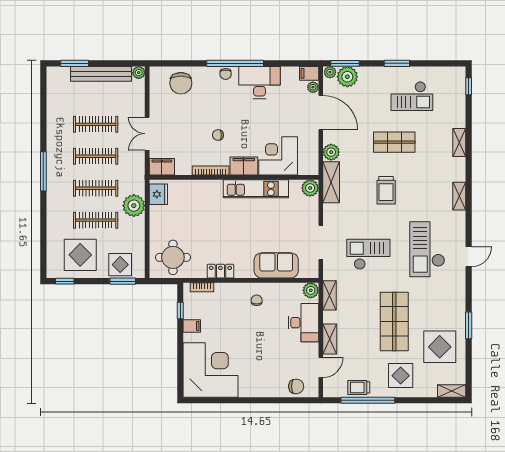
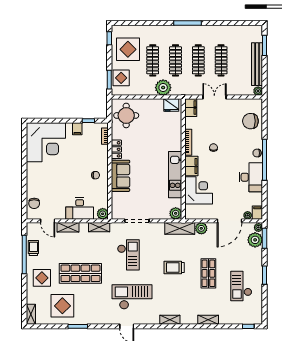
sofa: (276, 265) -> (120, 176), moved

